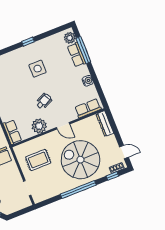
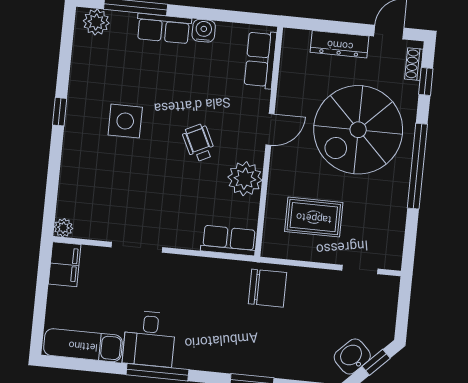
row of seats: (77, 55) -> (164, 28), moved
dresser: (105, 124) -> (340, 44), moved
rug: (38, 160) -> (314, 217), turned 90

